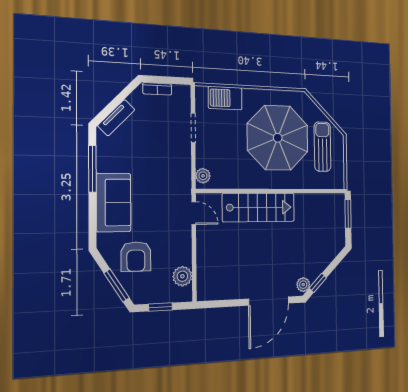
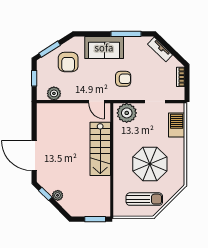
parasol: (278, 138) -> (150, 164), width x0.73, depth x0.73
armchair: (160, 174) -> (123, 79), added
plant: (203, 176) -> (127, 113), width x1.87, depth x1.87
door: (194, 213) -> (97, 102), hinge flipped
armchair: (136, 257) -> (68, 62), turned -90
plant: (303, 285) -> (58, 195), moved

